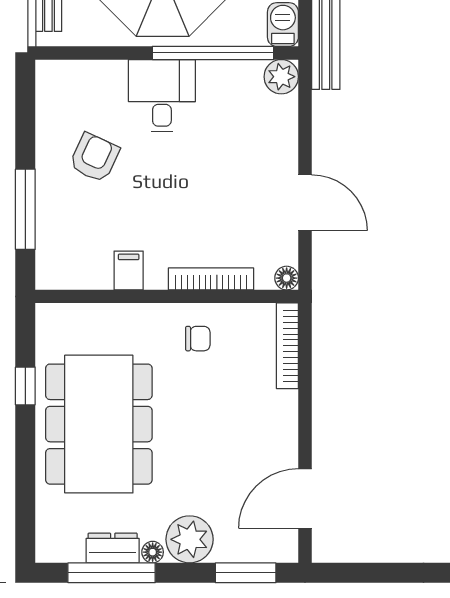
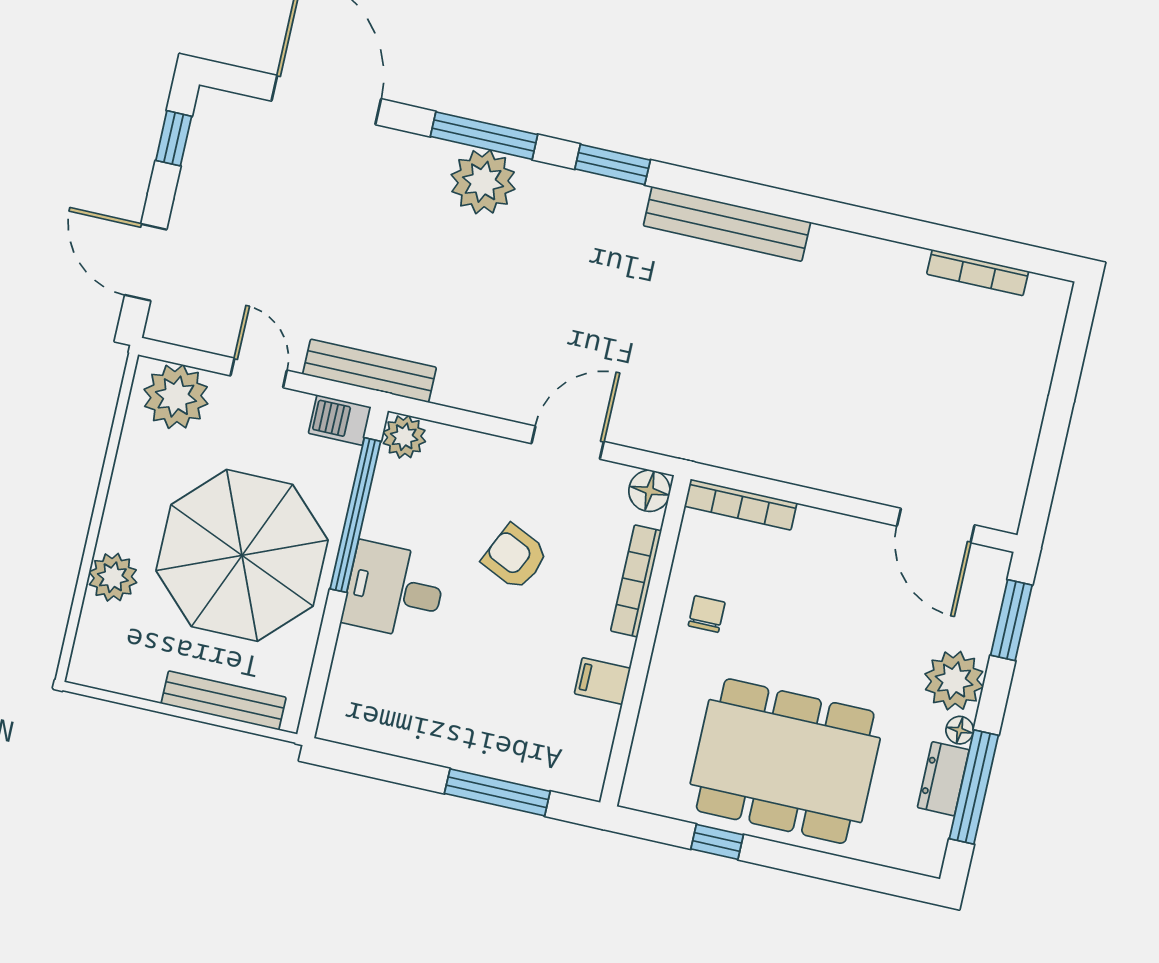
armchair: (94, 158) -> (515, 557), moved
floor lamp: (287, 278) -> (649, 491), width x1.37, depth x1.37

